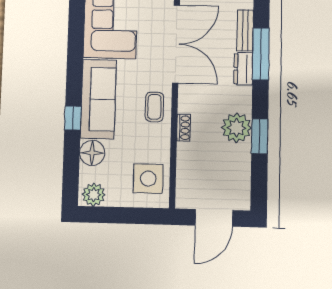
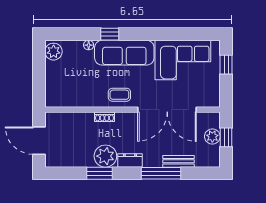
dresser: (243, 69) -> (130, 160), moved
floor lamp: (92, 153) -> (89, 45), width x0.53, depth x0.53
side table: (148, 179) -> (66, 92), removed

